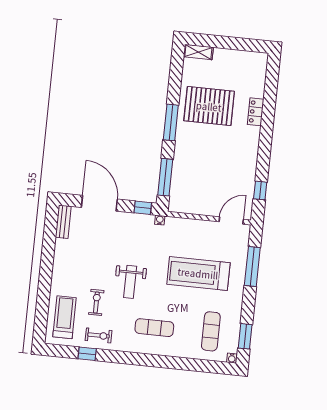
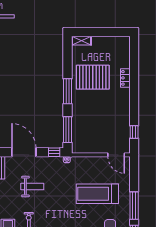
door: (231, 220) -> (116, 155), swing flipped
window: (252, 266) -> (134, 206), moved
weight bench: (130, 282) -> (32, 187), moved, turned -90

